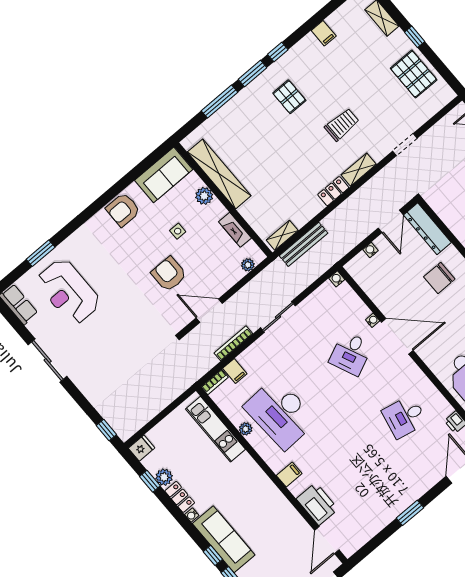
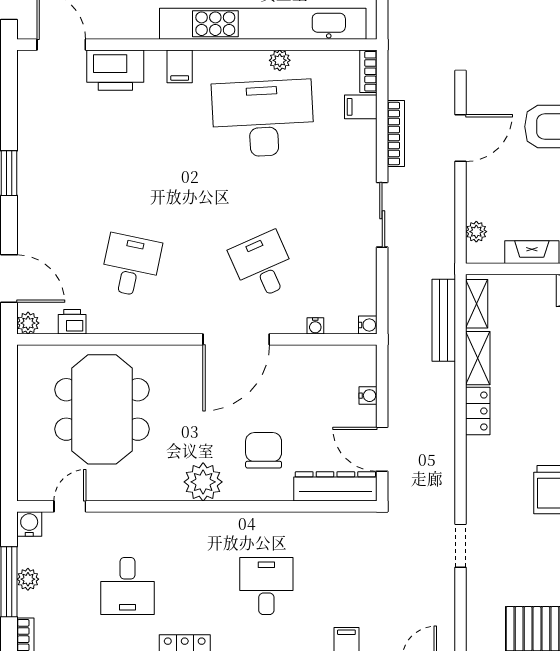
shelving: (359, 170) -> (478, 358), moved
water cooler: (373, 320) -> (315, 326), moved
kitchen unit: (215, 429) -> (263, 24), width x1.86

